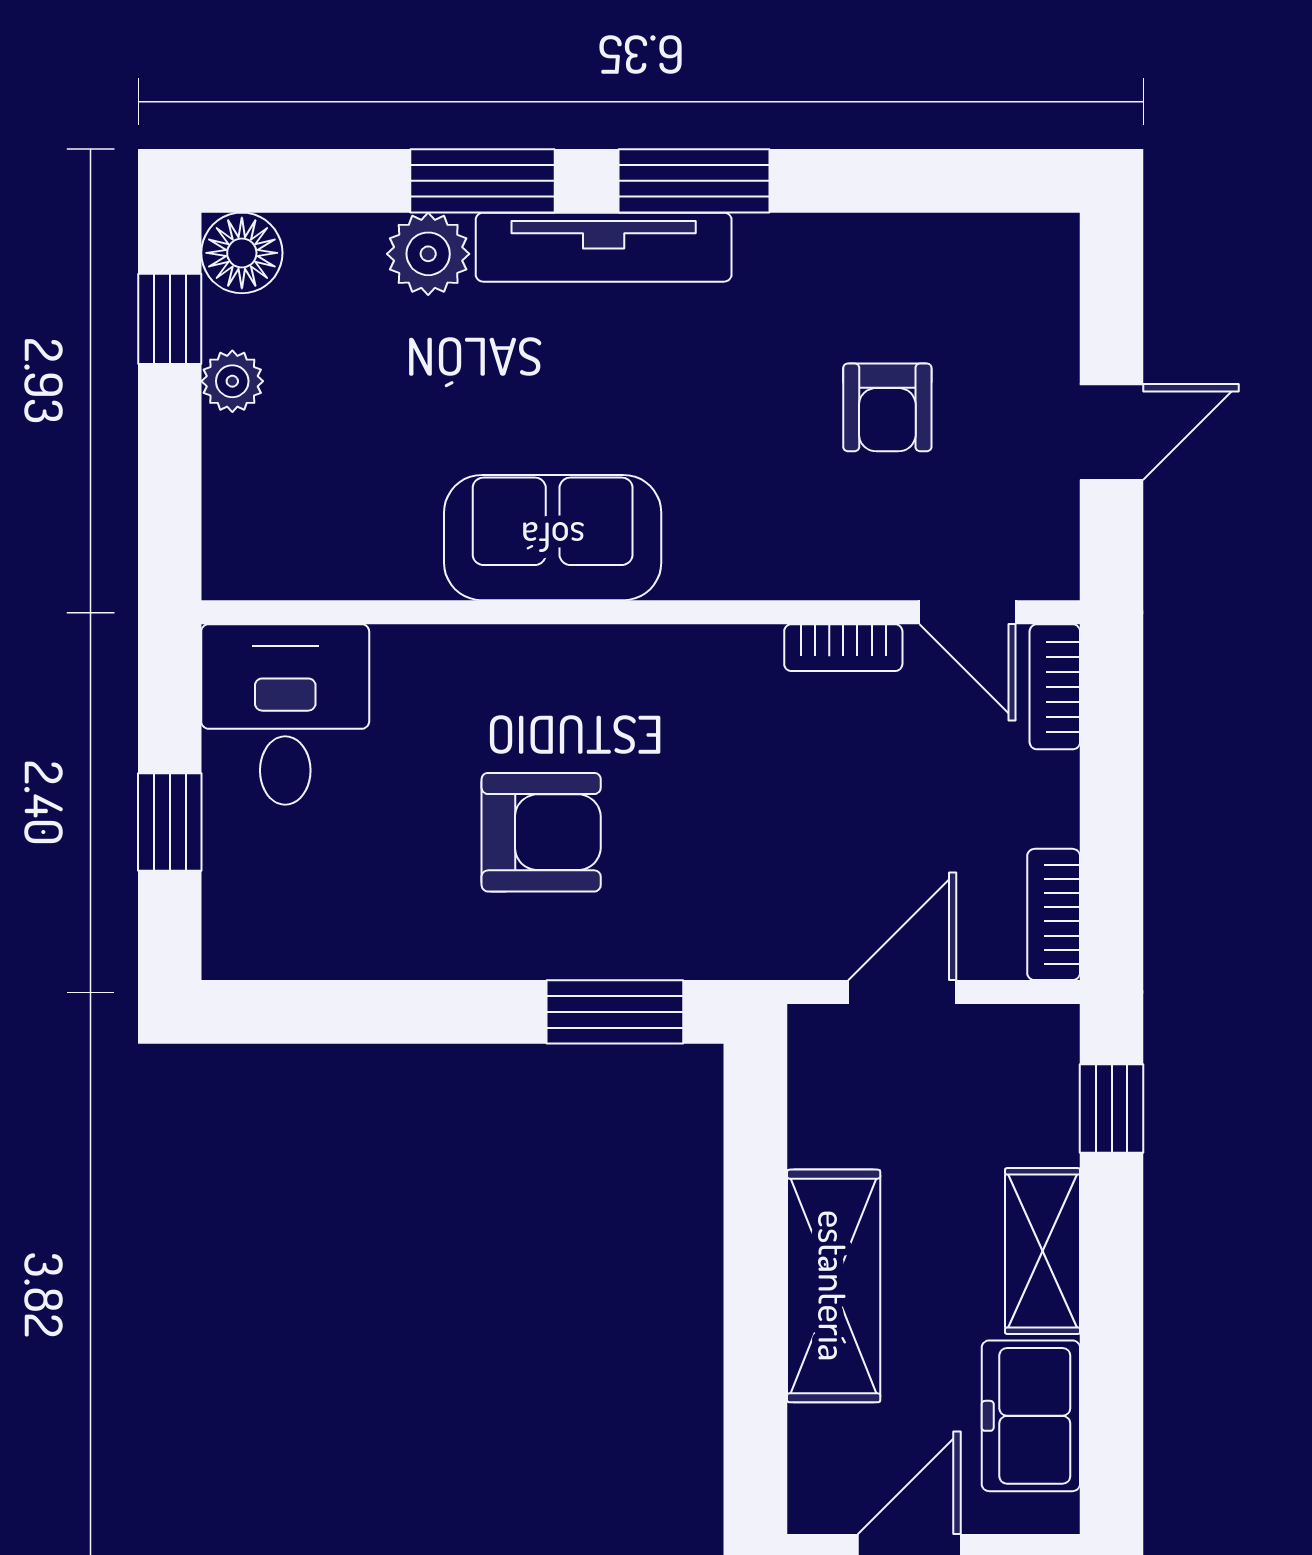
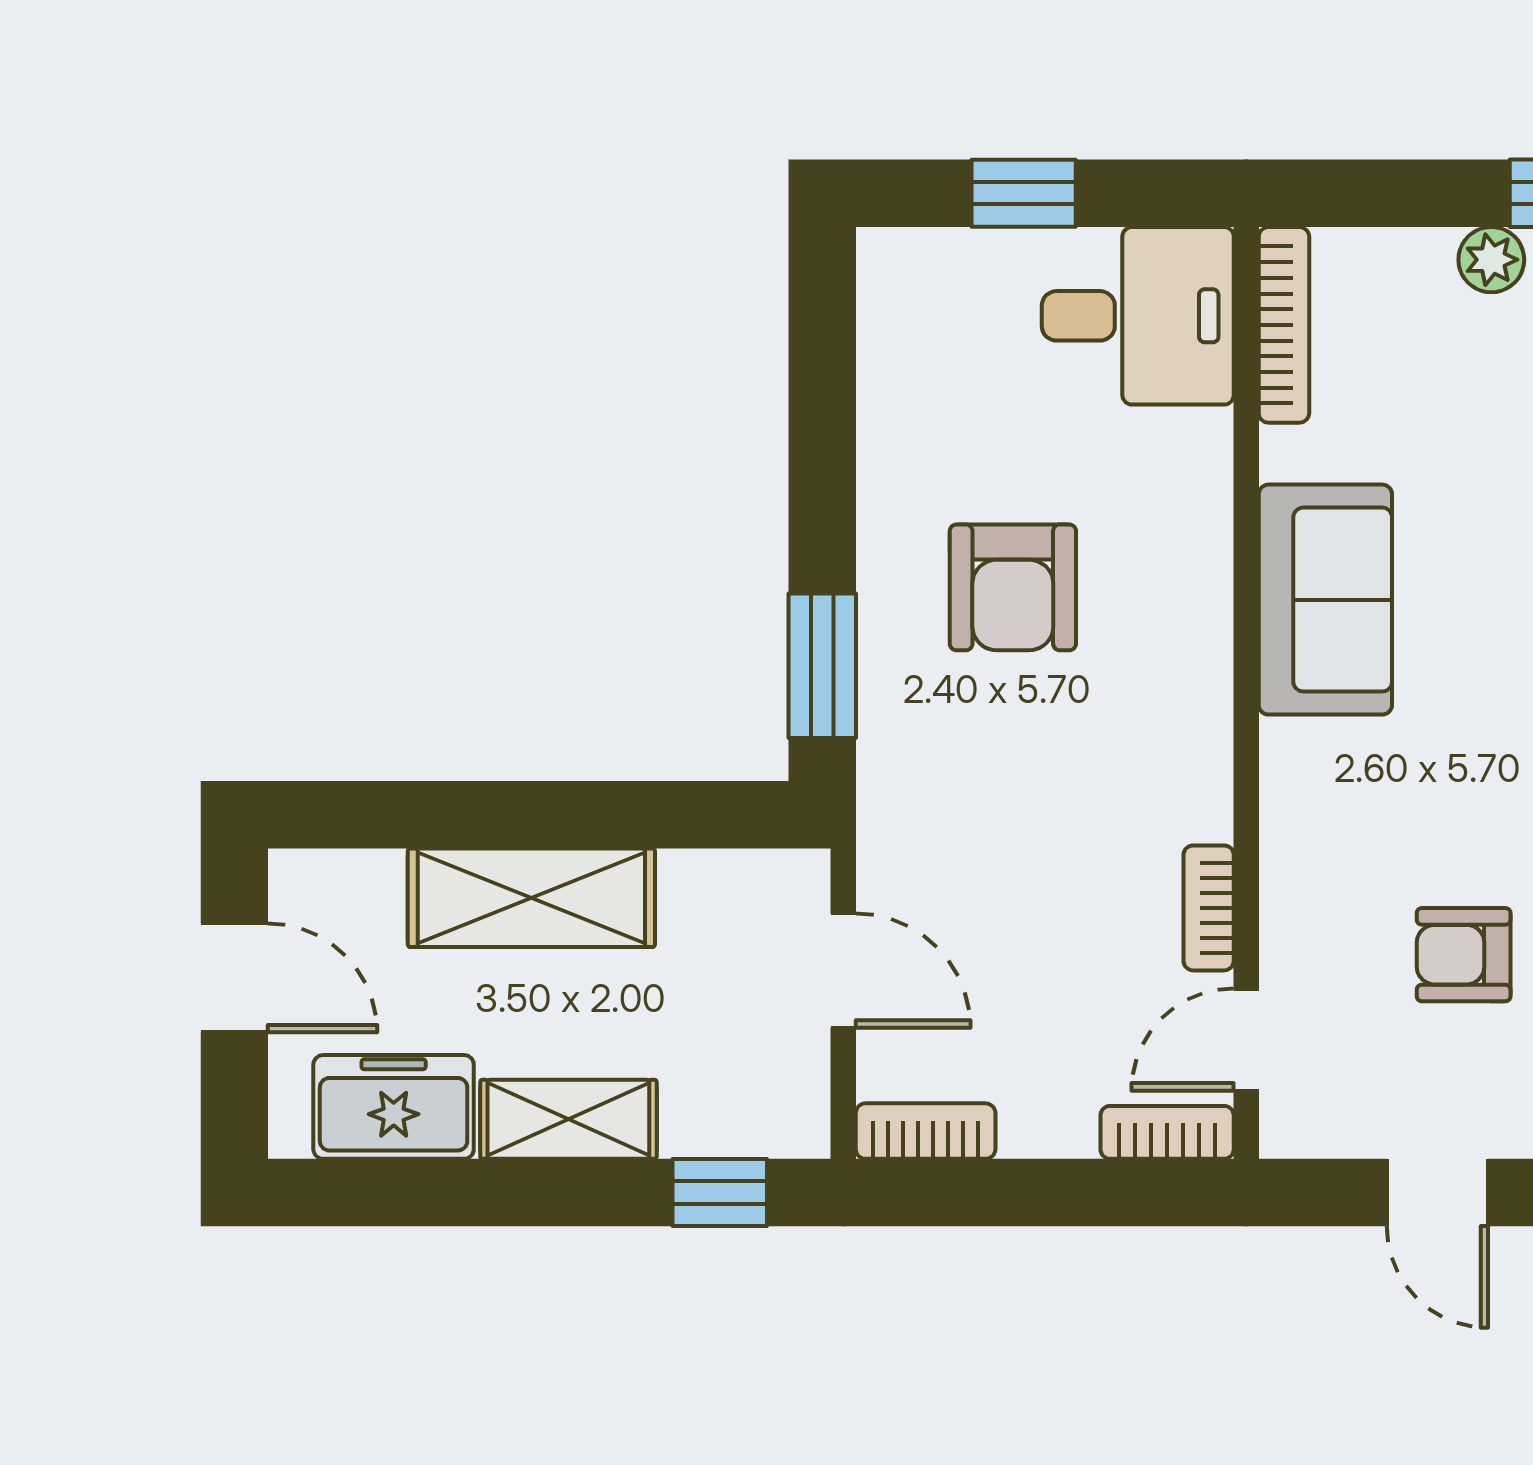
bookcase: (294, 577) -> (1284, 325), added

